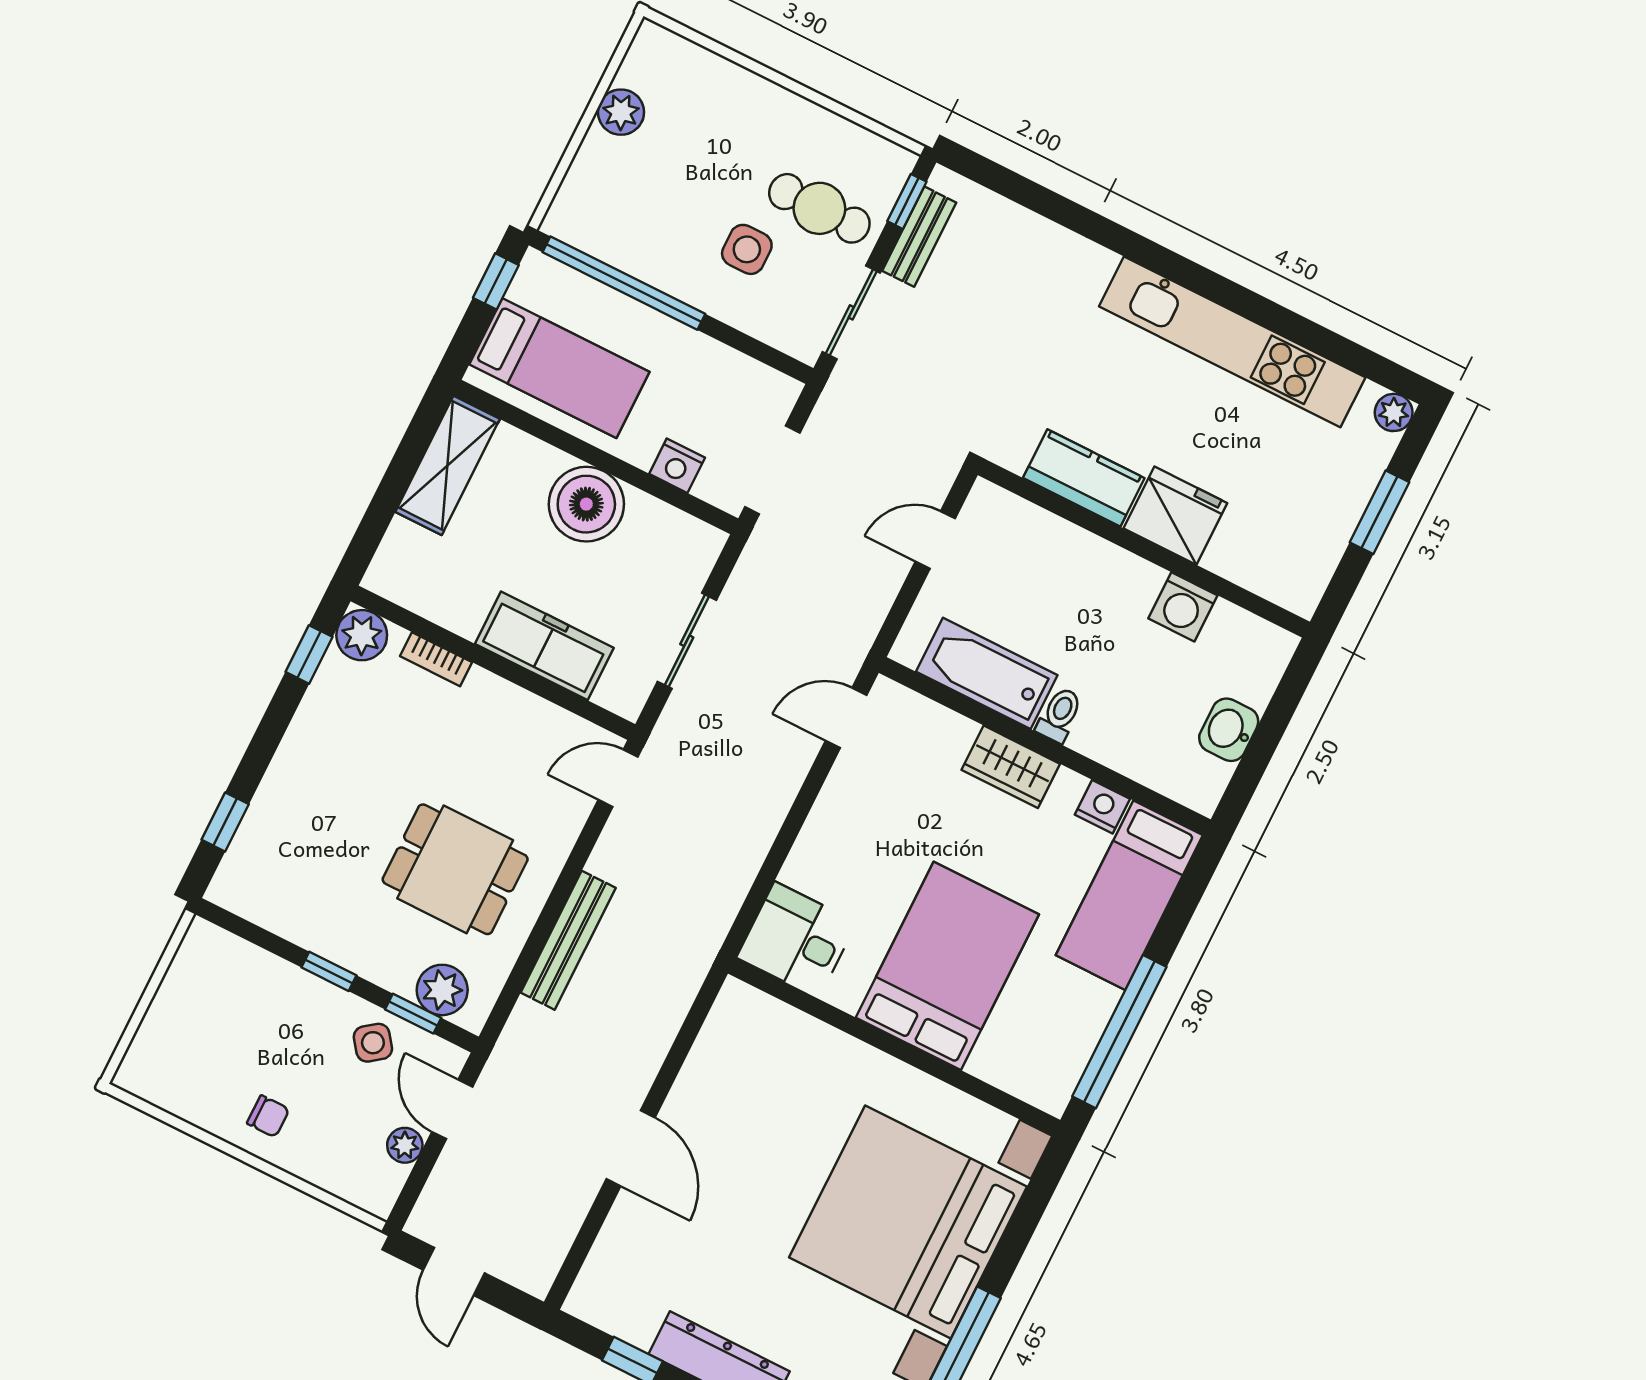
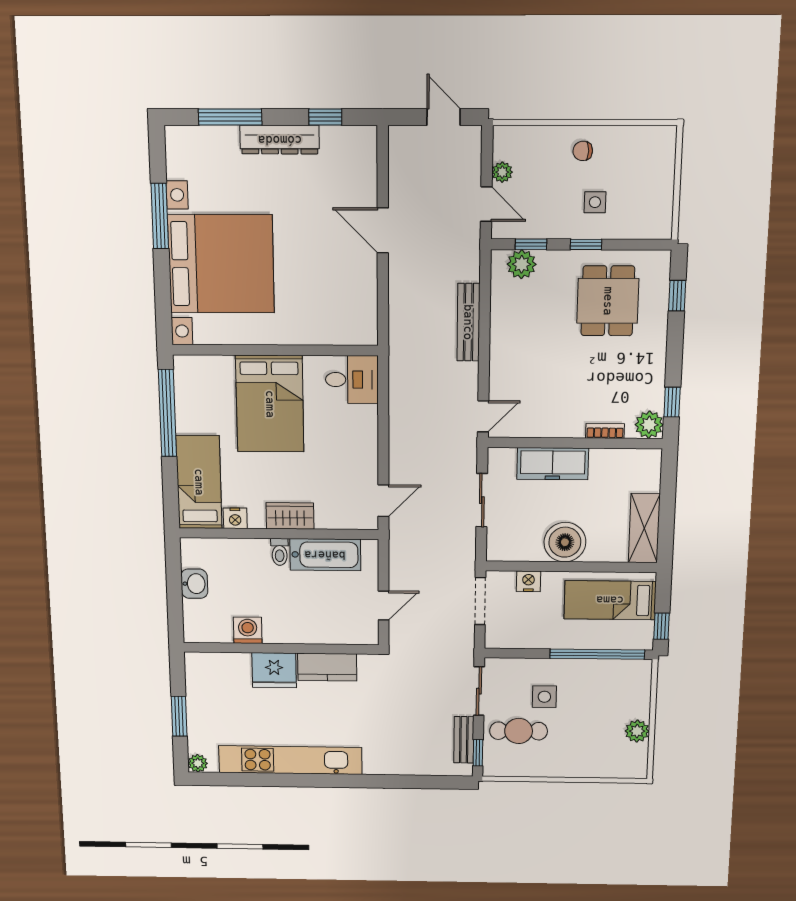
dining table: (455, 869) -> (608, 301), moved, turned 90
side table: (373, 1043) -> (595, 202), moved, turned 37

